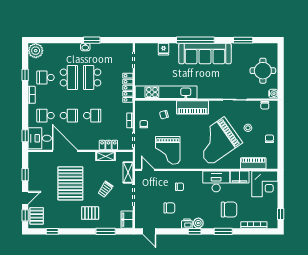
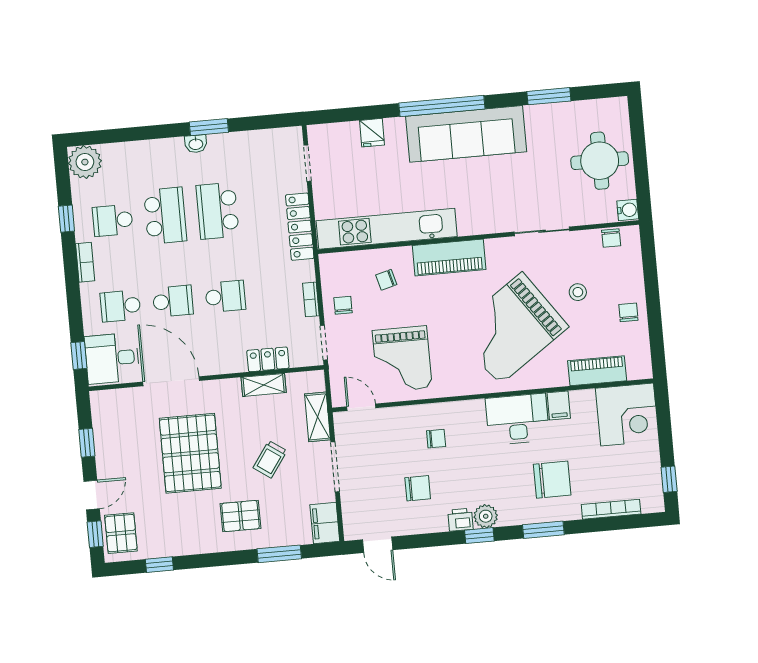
filing cabinet: (240, 177) -> (559, 405), width x0.50

